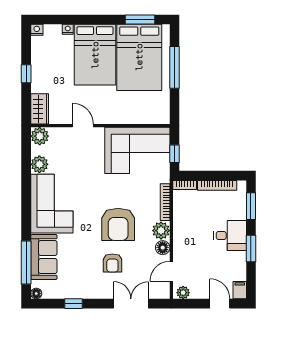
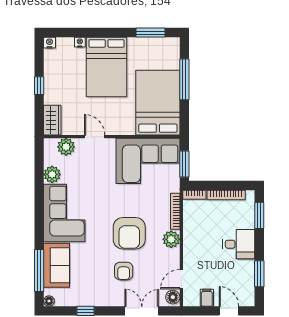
bed: (139, 57) -> (158, 103), moved, turned 180
plant: (40, 136) -> (66, 147), moved
window: (174, 154) -> (184, 164), width x1.50
floor lamp: (163, 248) -> (173, 297), moved
window: (251, 248) -> (259, 274), moved
filing cabinet: (240, 290) -> (207, 298), moved
plant: (183, 293) -> (193, 300), removed

